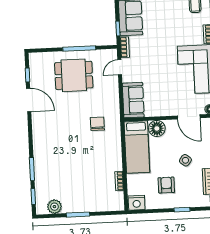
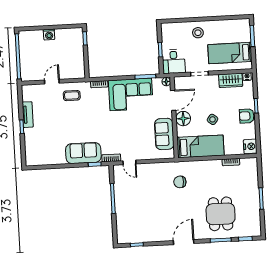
dining table: (74, 75) -> (221, 214), moved
door: (29, 100) -> (184, 242), moved
sofa: (133, 100) -> (164, 134), moved, turned -90
floor lamp: (157, 128) -> (183, 119), moved
side table: (185, 160) -> (213, 119), moved
armchair: (166, 185) -> (247, 116), moved
plant: (54, 207) -> (254, 220), removed

